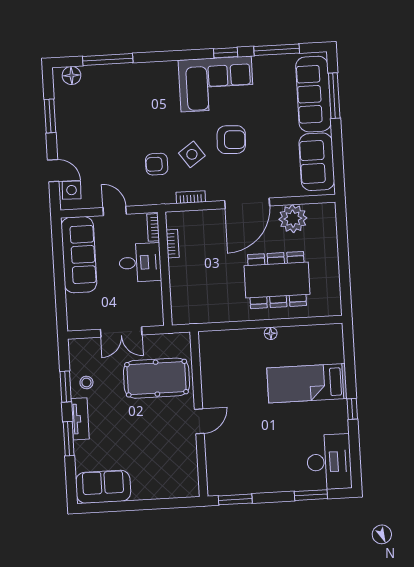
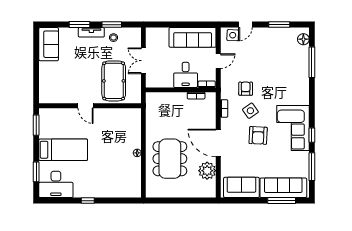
bed: (307, 383) -> (63, 150), moved, turned 90

